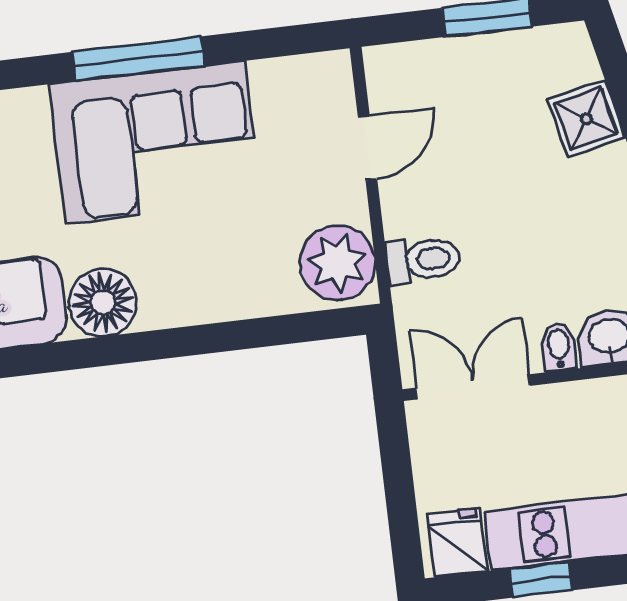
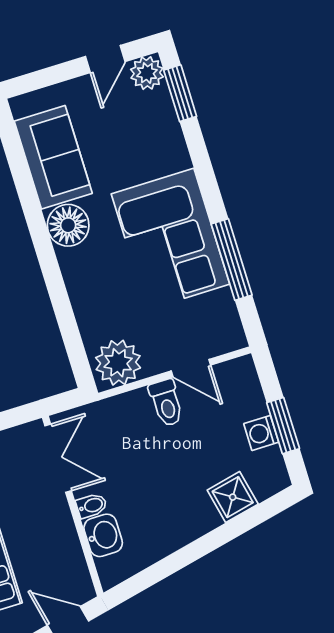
washing machine: (492, 54) -> (261, 433), added
window: (138, 59) -> (232, 259), moved
toilet: (423, 260) -> (166, 403), moved

